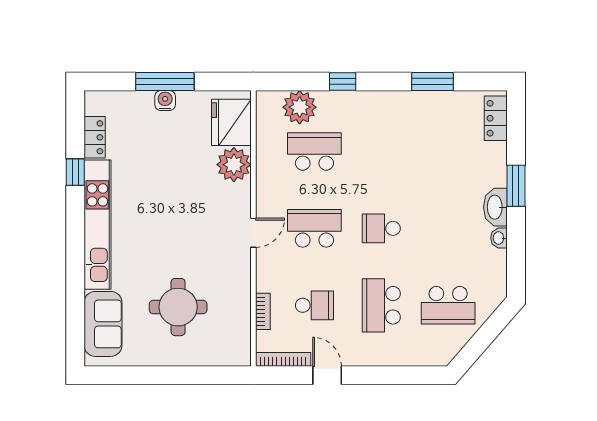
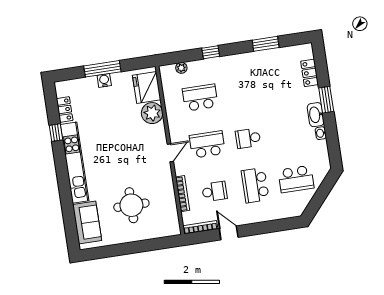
plant: (300, 107) -> (181, 68), width x0.53, depth x0.53
locker: (496, 118) -> (310, 73), moved
bookcase: (263, 311) -> (183, 194), width x1.56

